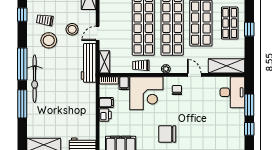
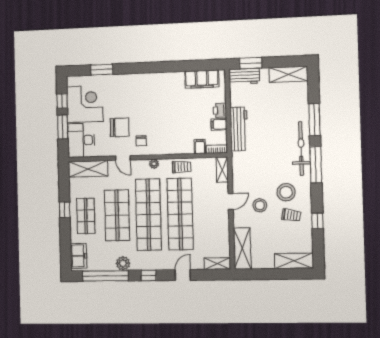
workbench: (89, 63) -> (239, 129), moved
corner desk: (146, 93) -> (85, 104), moved, turned 90
chair: (167, 134) -> (120, 127), moved

